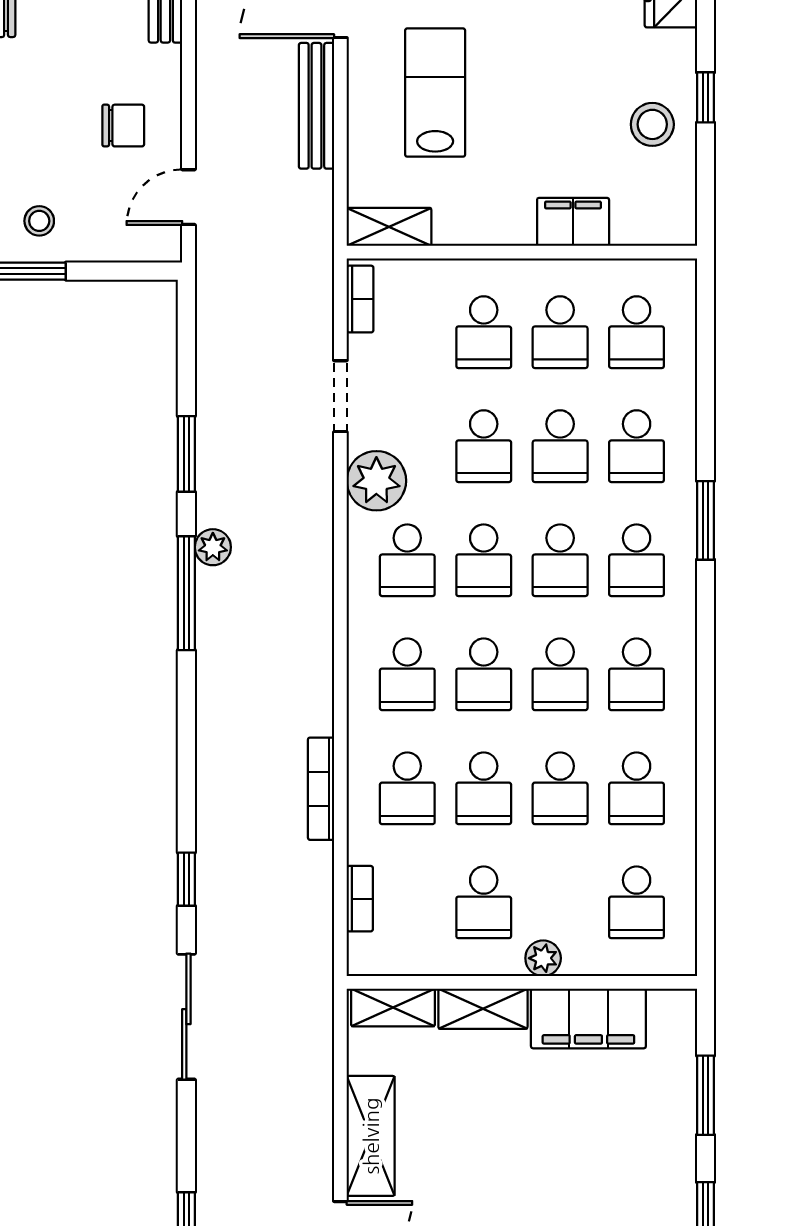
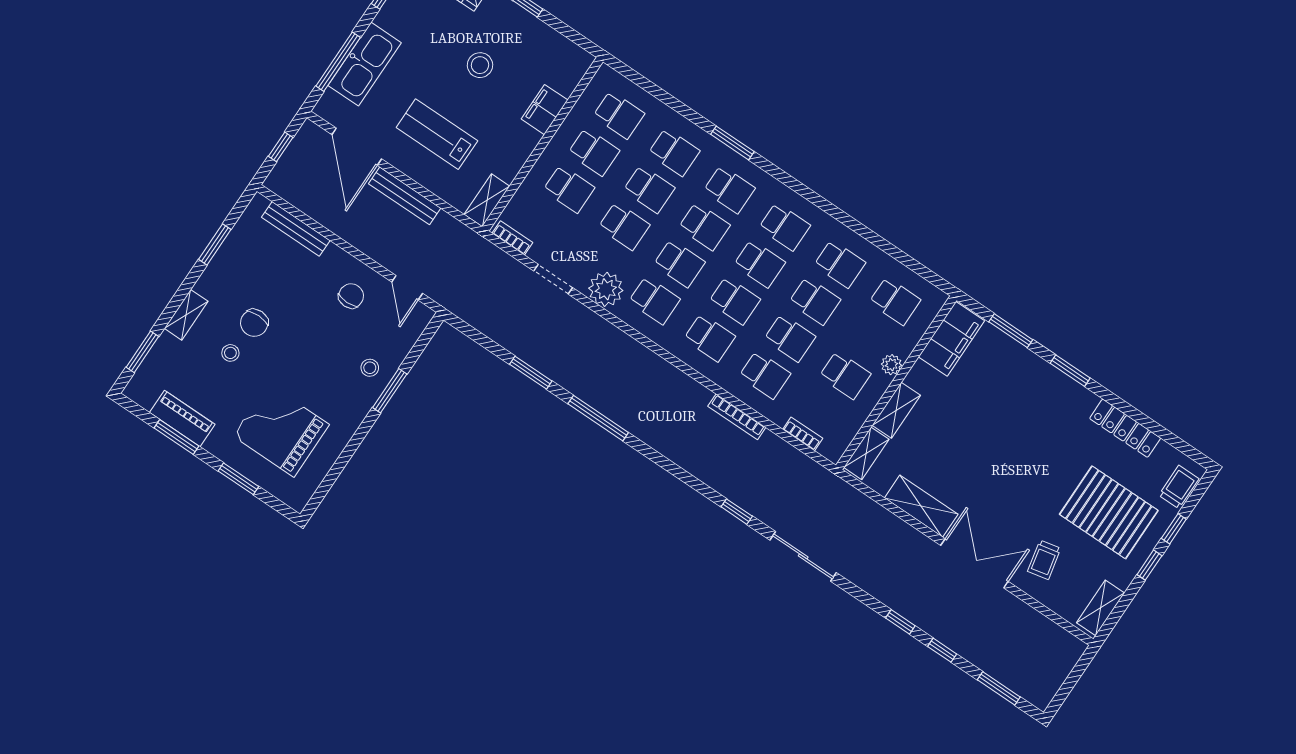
stool: (652, 124) -> (480, 65), moved
plant: (213, 547) -> (585, 390), removed
filing cabinet: (588, 1019) -> (951, 339), moved

